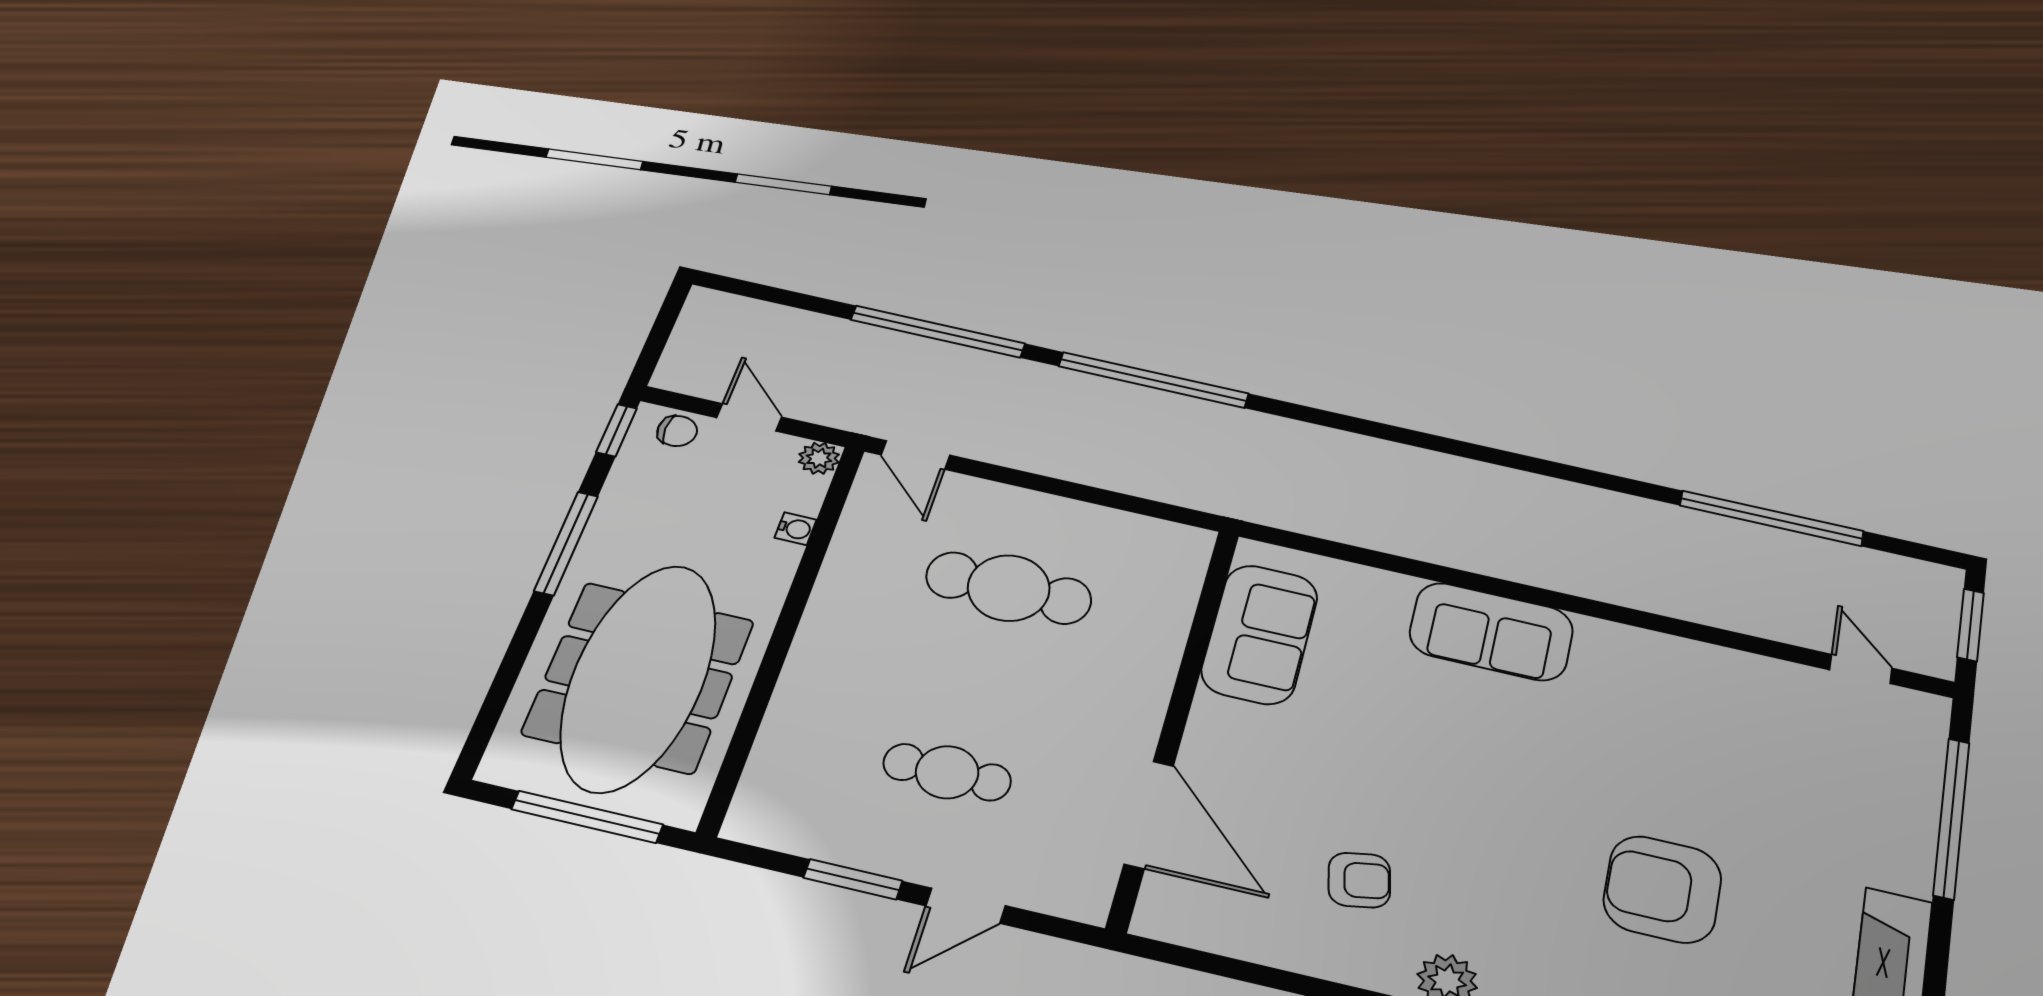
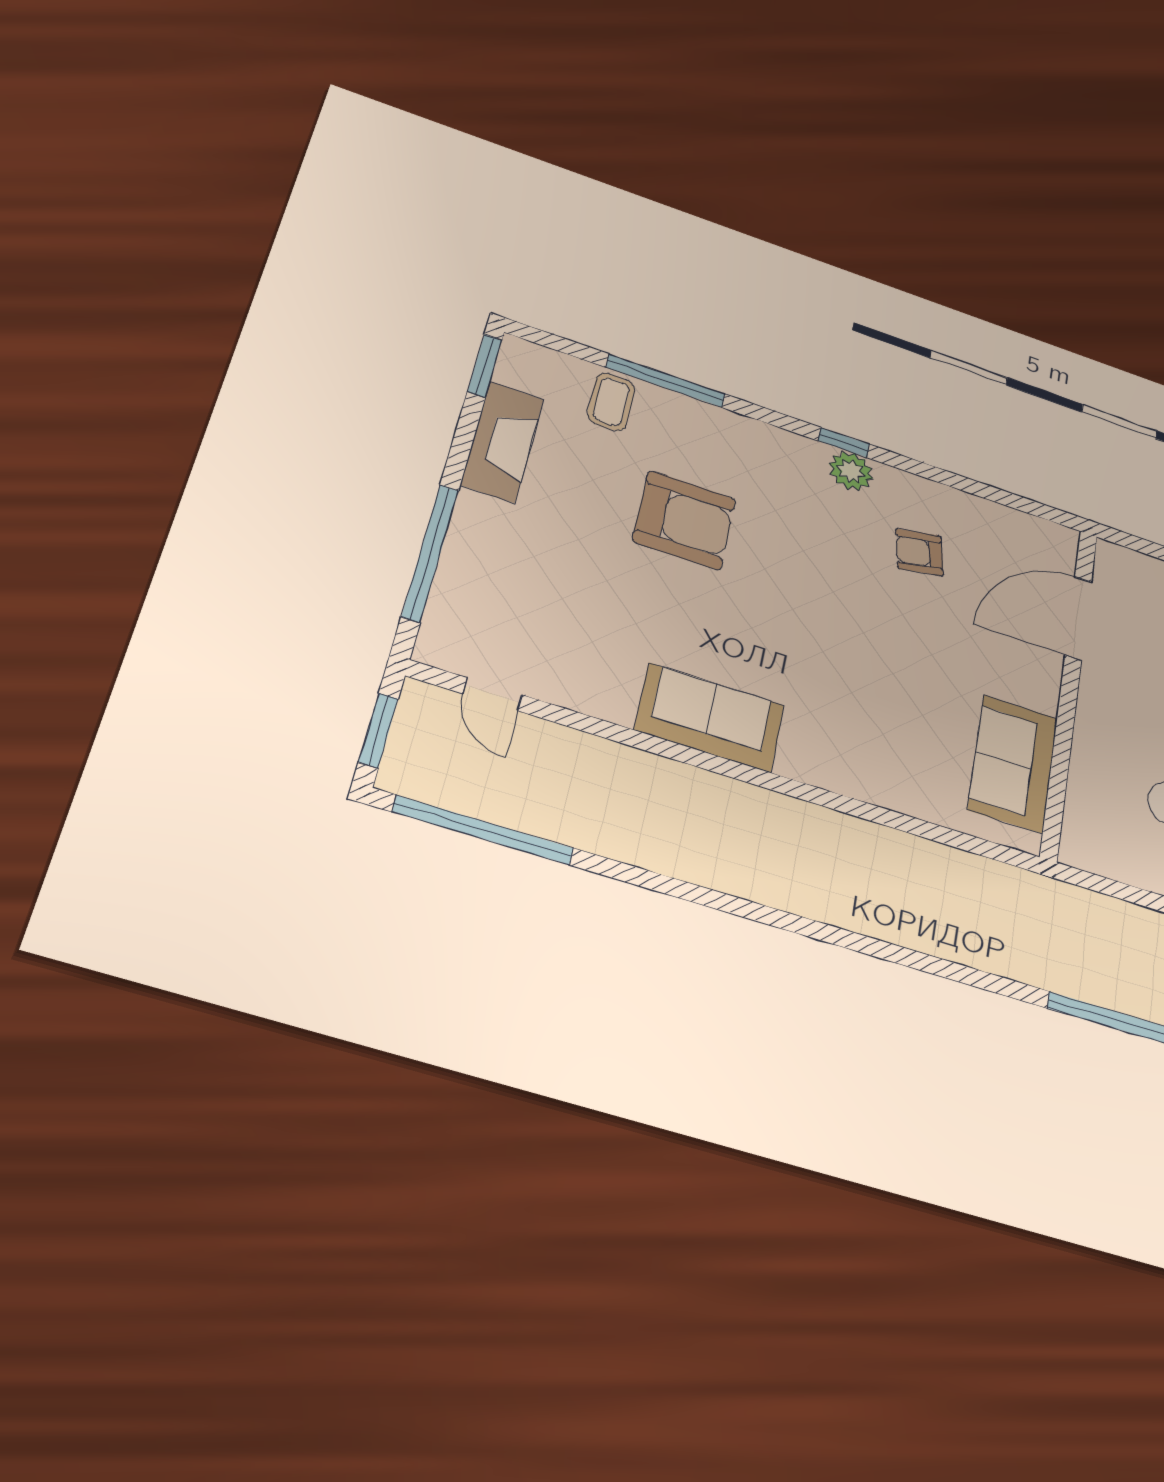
window: (1772, 518) -> (483, 830), moved
sofa: (1491, 631) -> (710, 718), moved
door: (1149, 815) -> (1078, 618), hinge flipped

